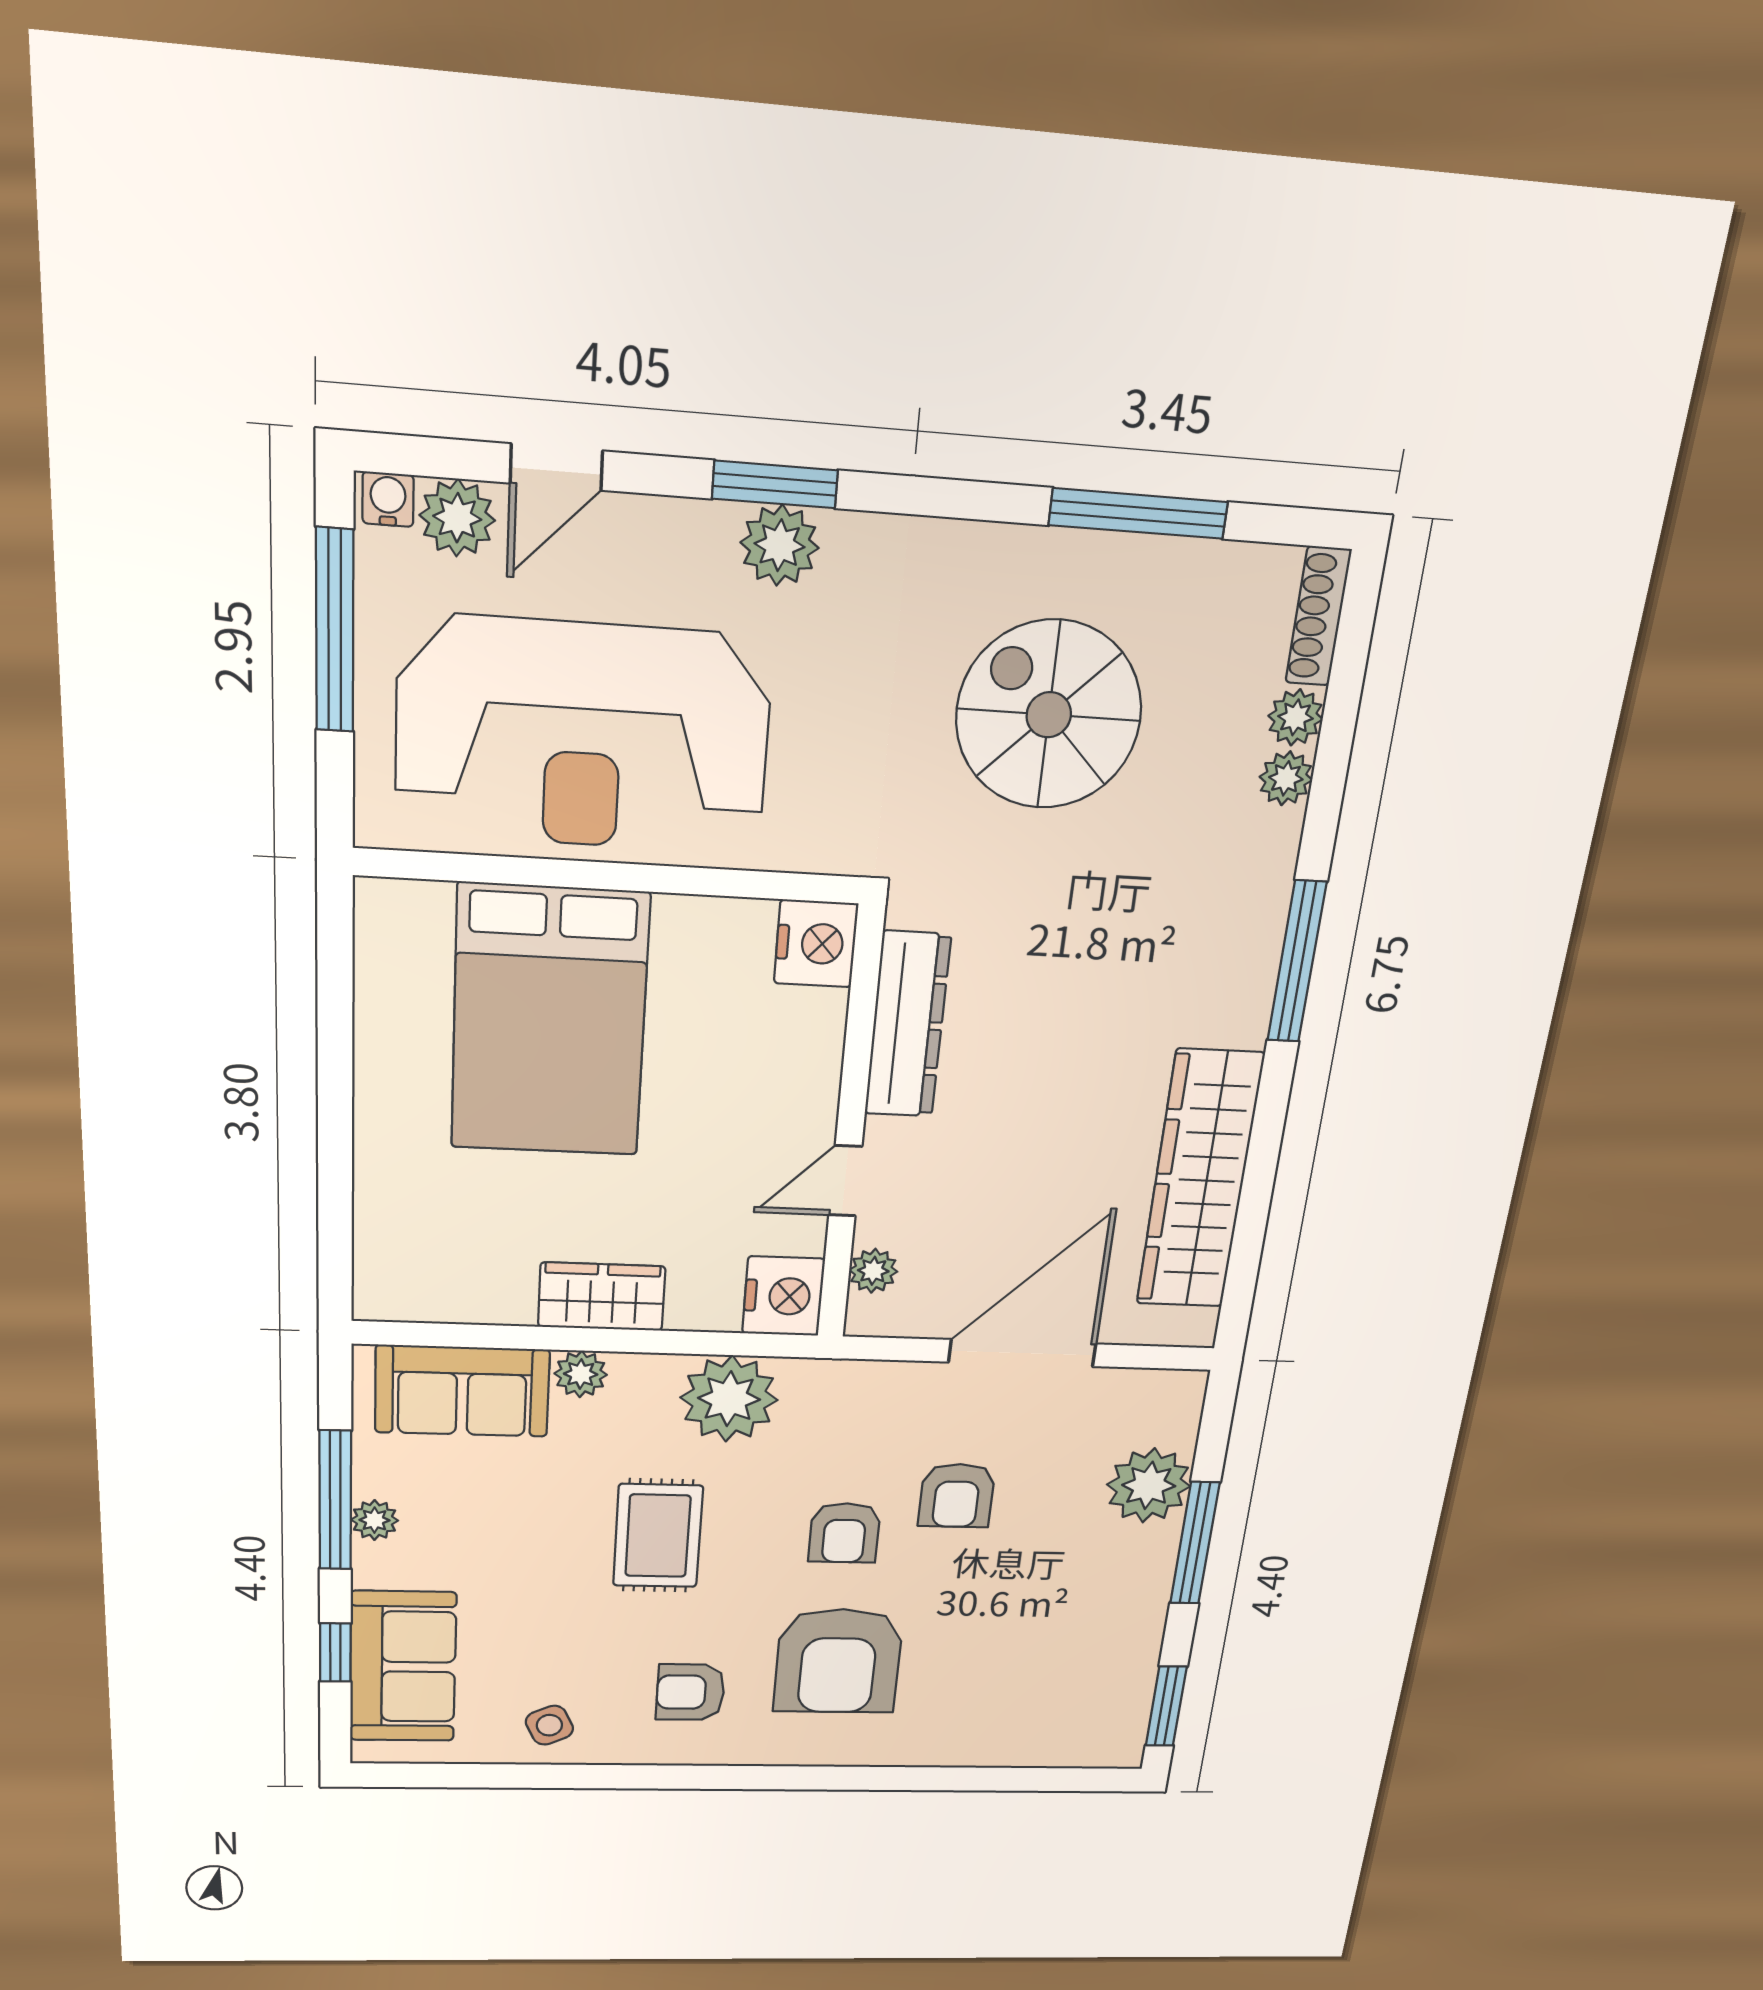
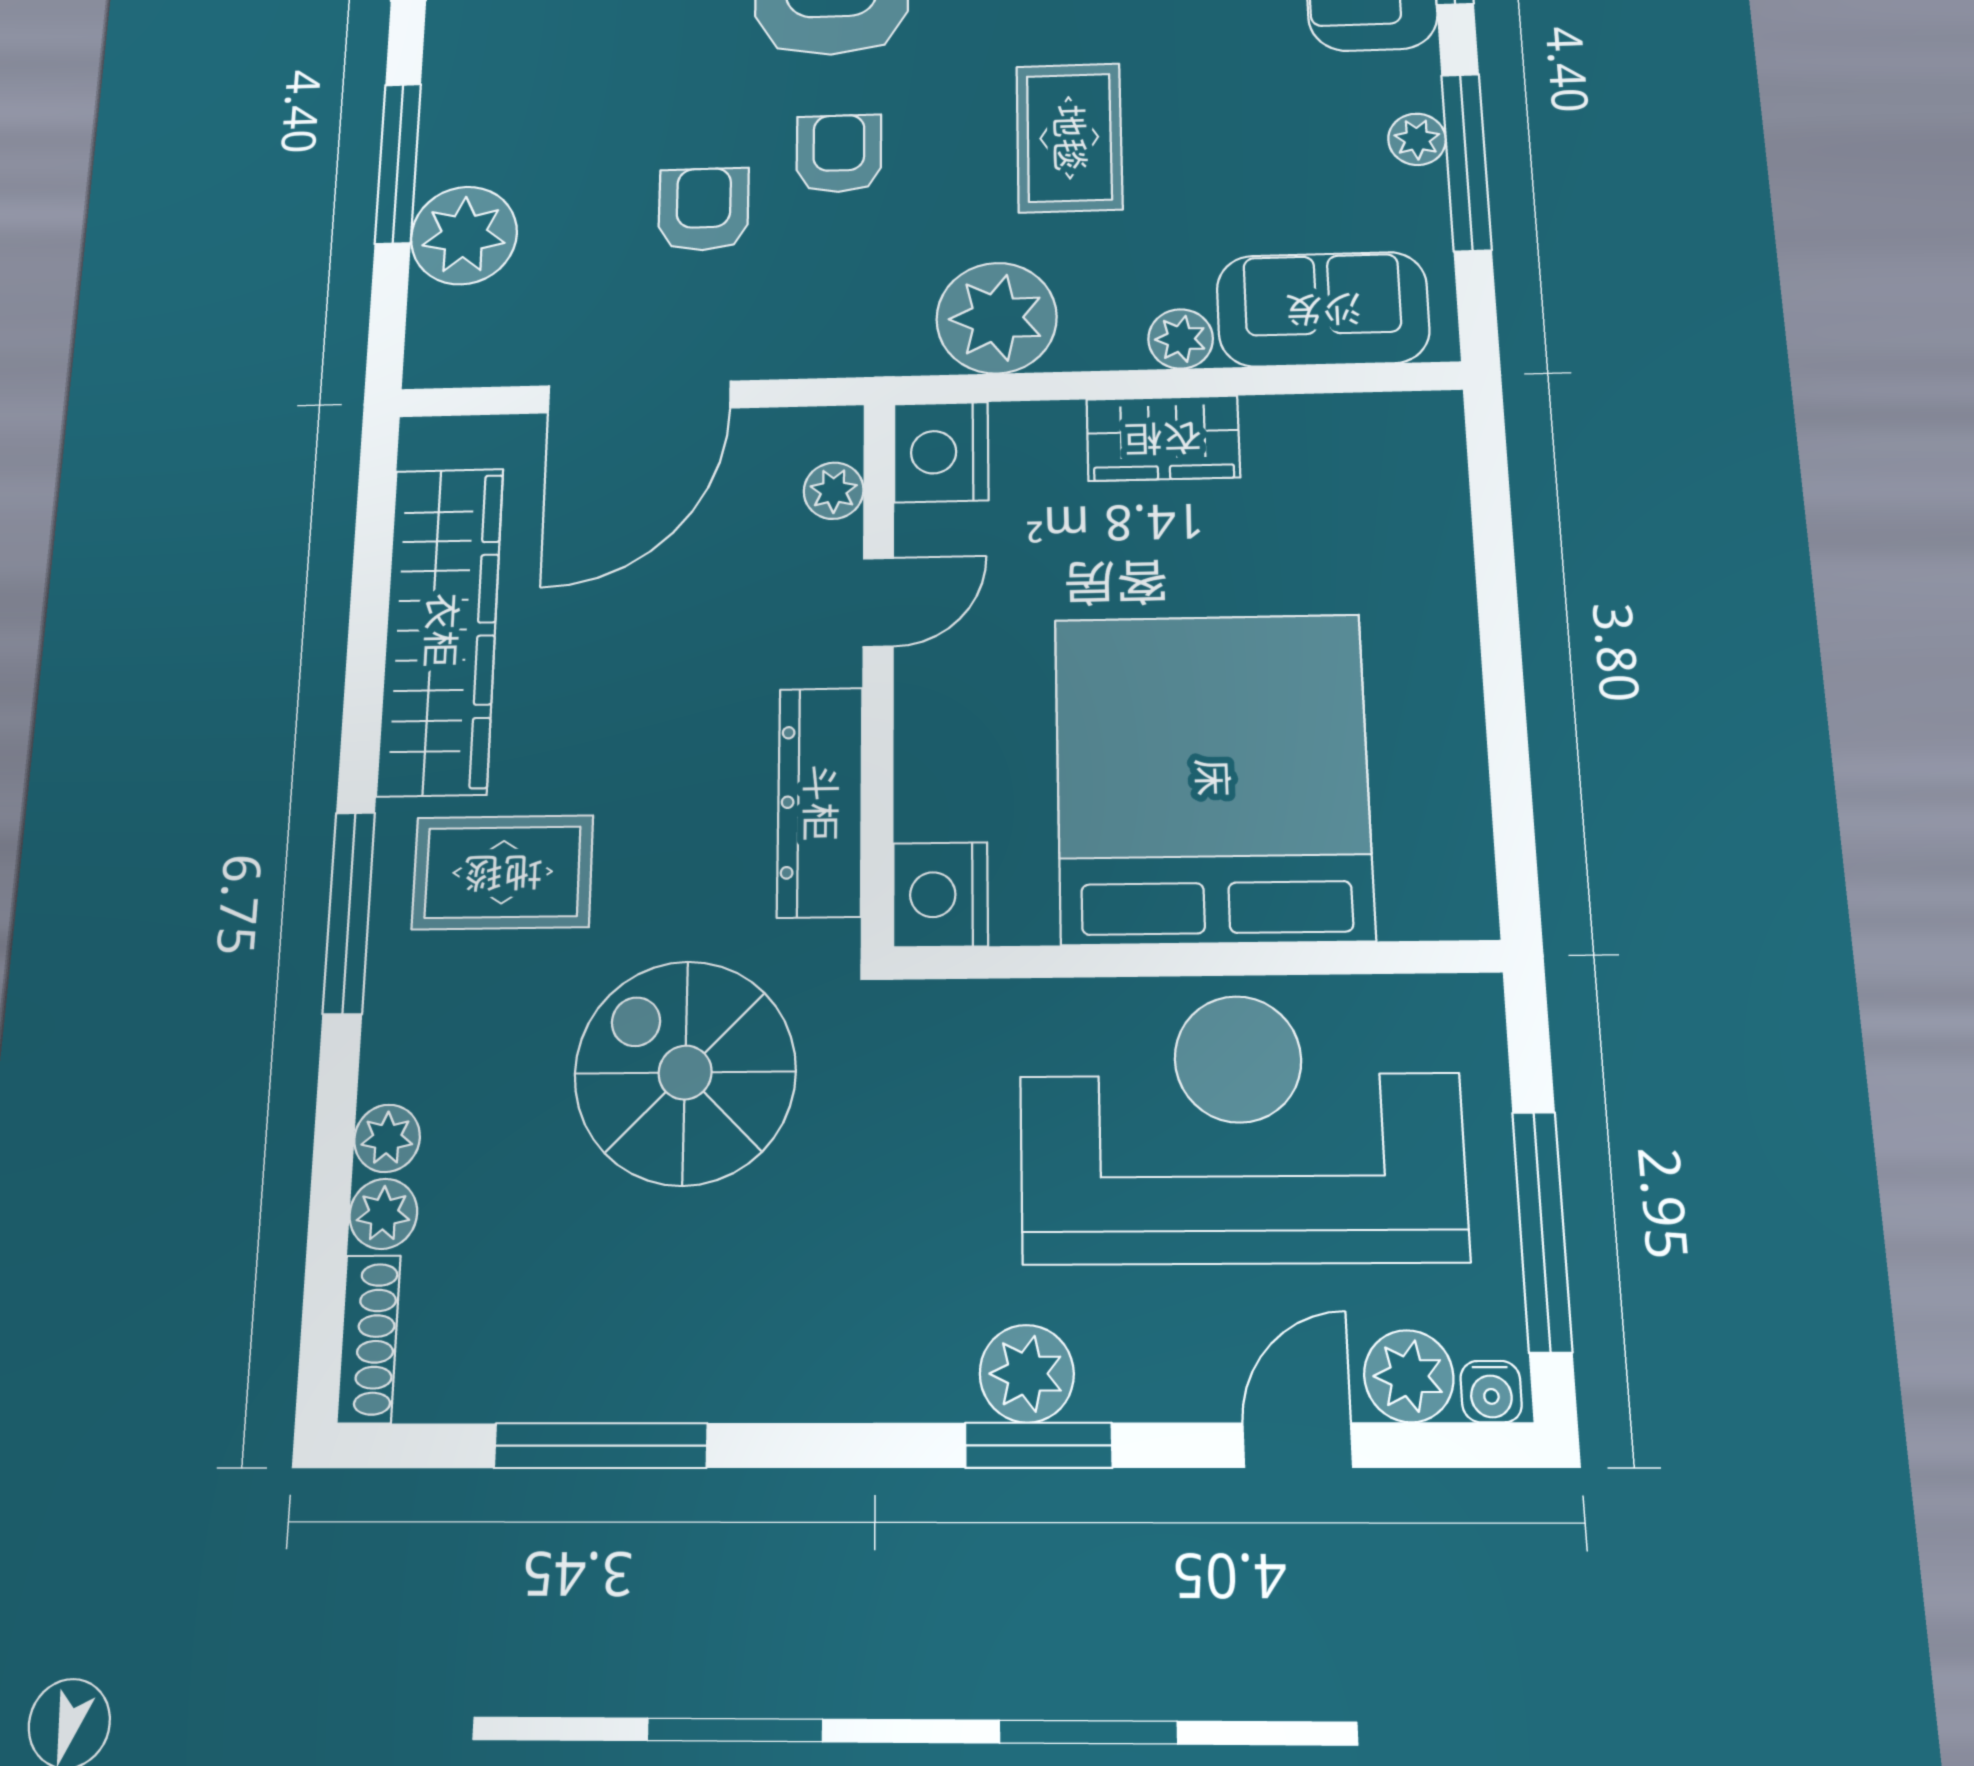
spiral stairs: (1049, 715) -> (685, 1073), moved, turned 180
rug: (1170, 986) -> (503, 872), added
bed: (549, 1022) -> (1212, 778), width x1.36

